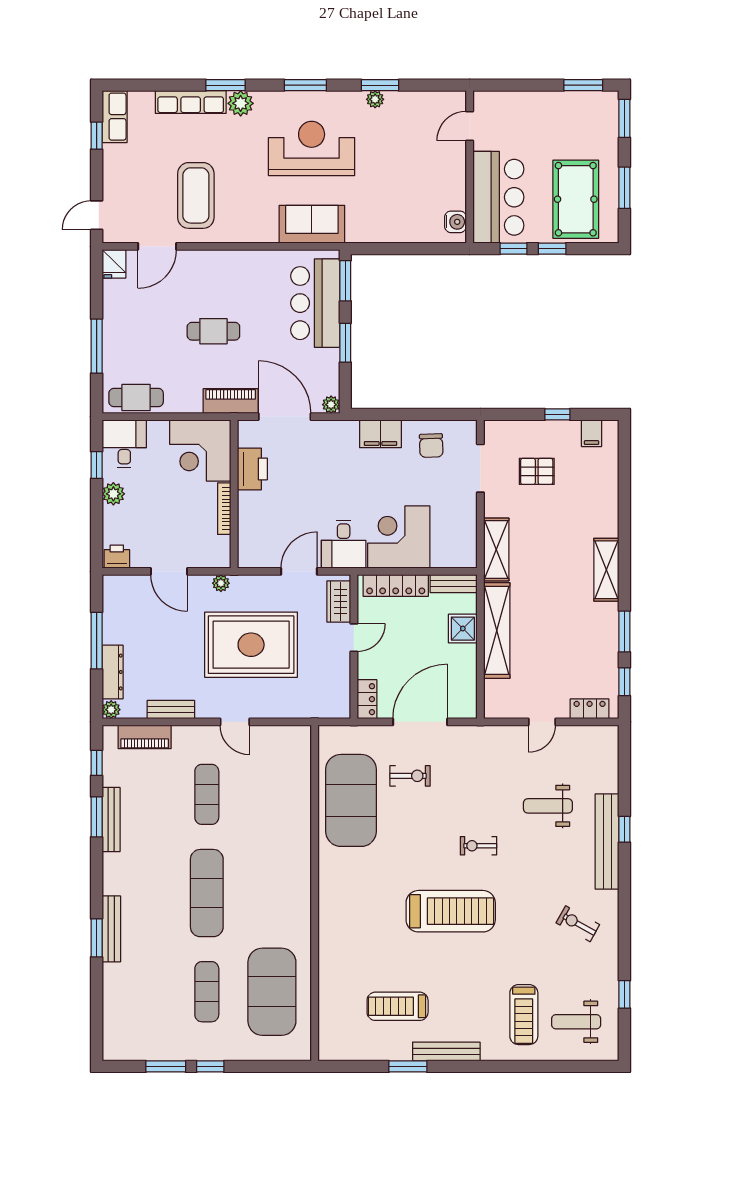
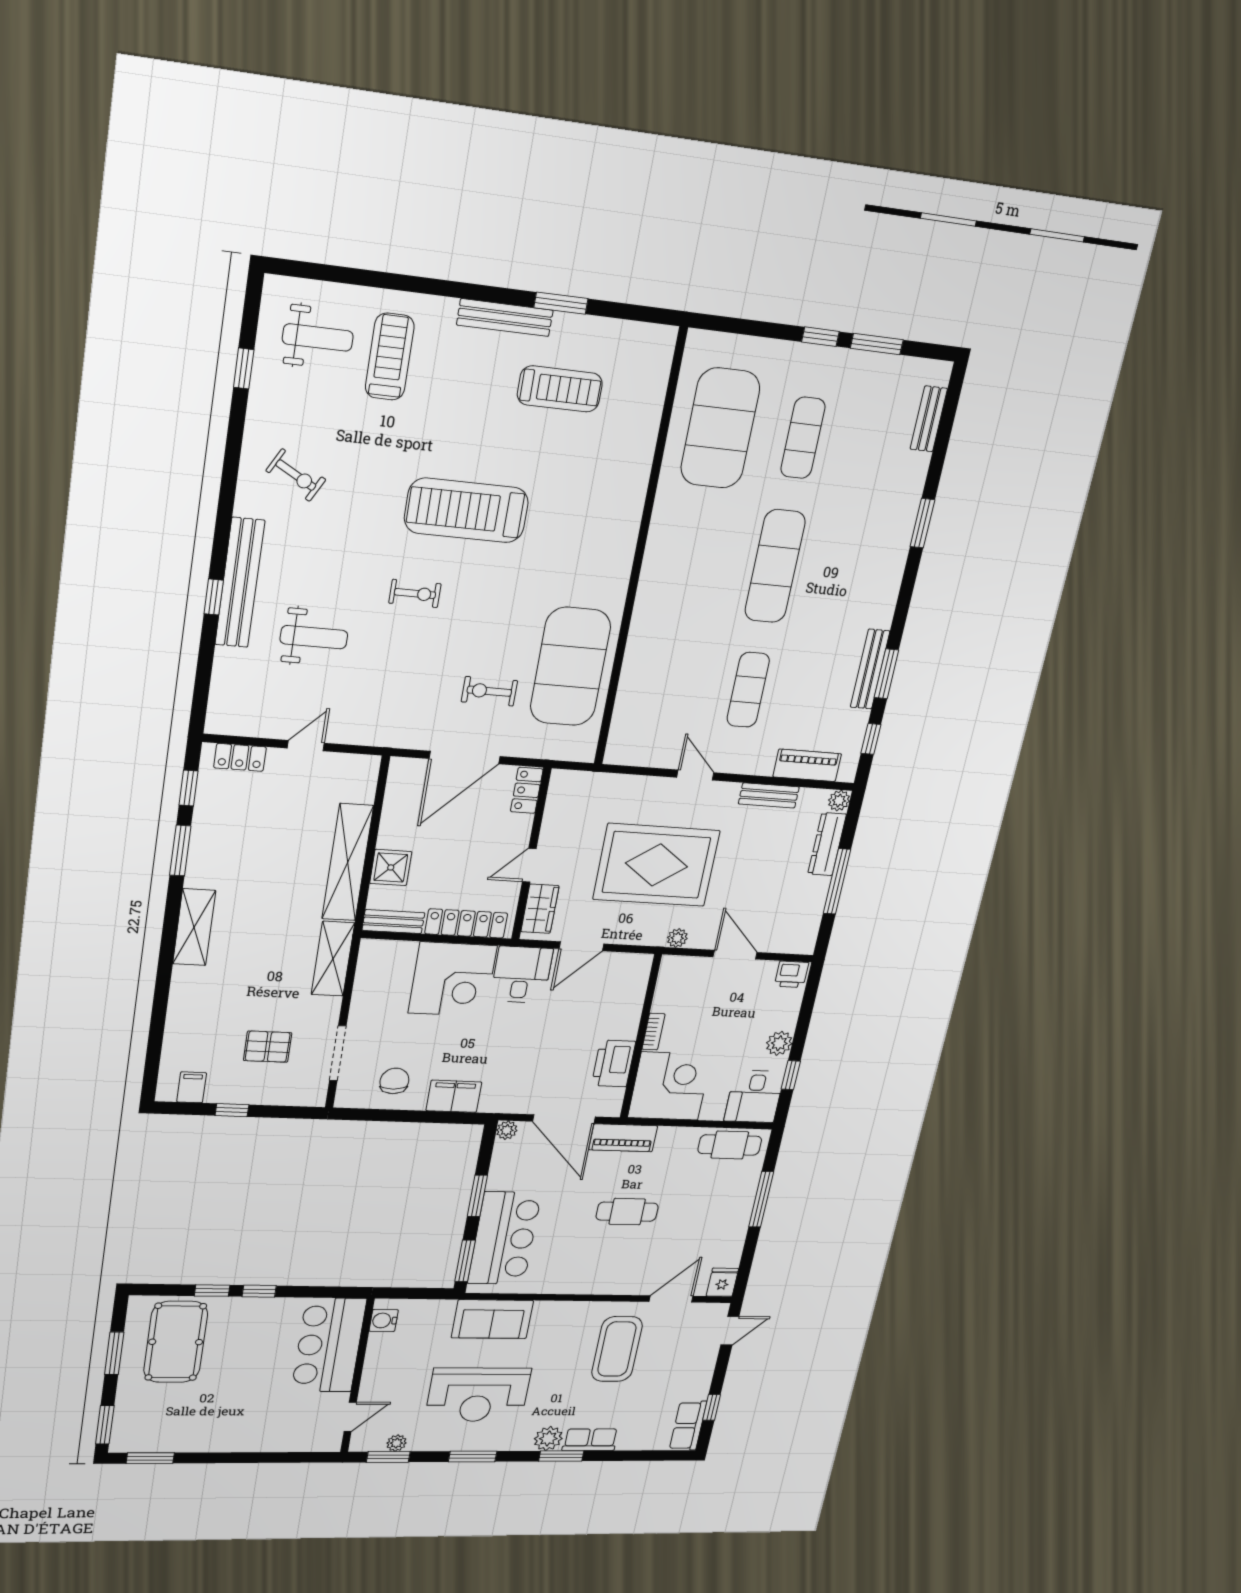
row of seats: (191, 102) -> (590, 1440), width x0.68
door: (470, 126) -> (350, 1417), moved
wall: (470, 167) -> (357, 1376), moved
bar counter: (498, 197) -> (329, 1345), moved
water cooler: (455, 222) -> (384, 1320), moved
bookcase: (224, 509) -> (653, 1032), width x0.64
bench: (111, 929) -> (929, 419), moved, width x0.73

